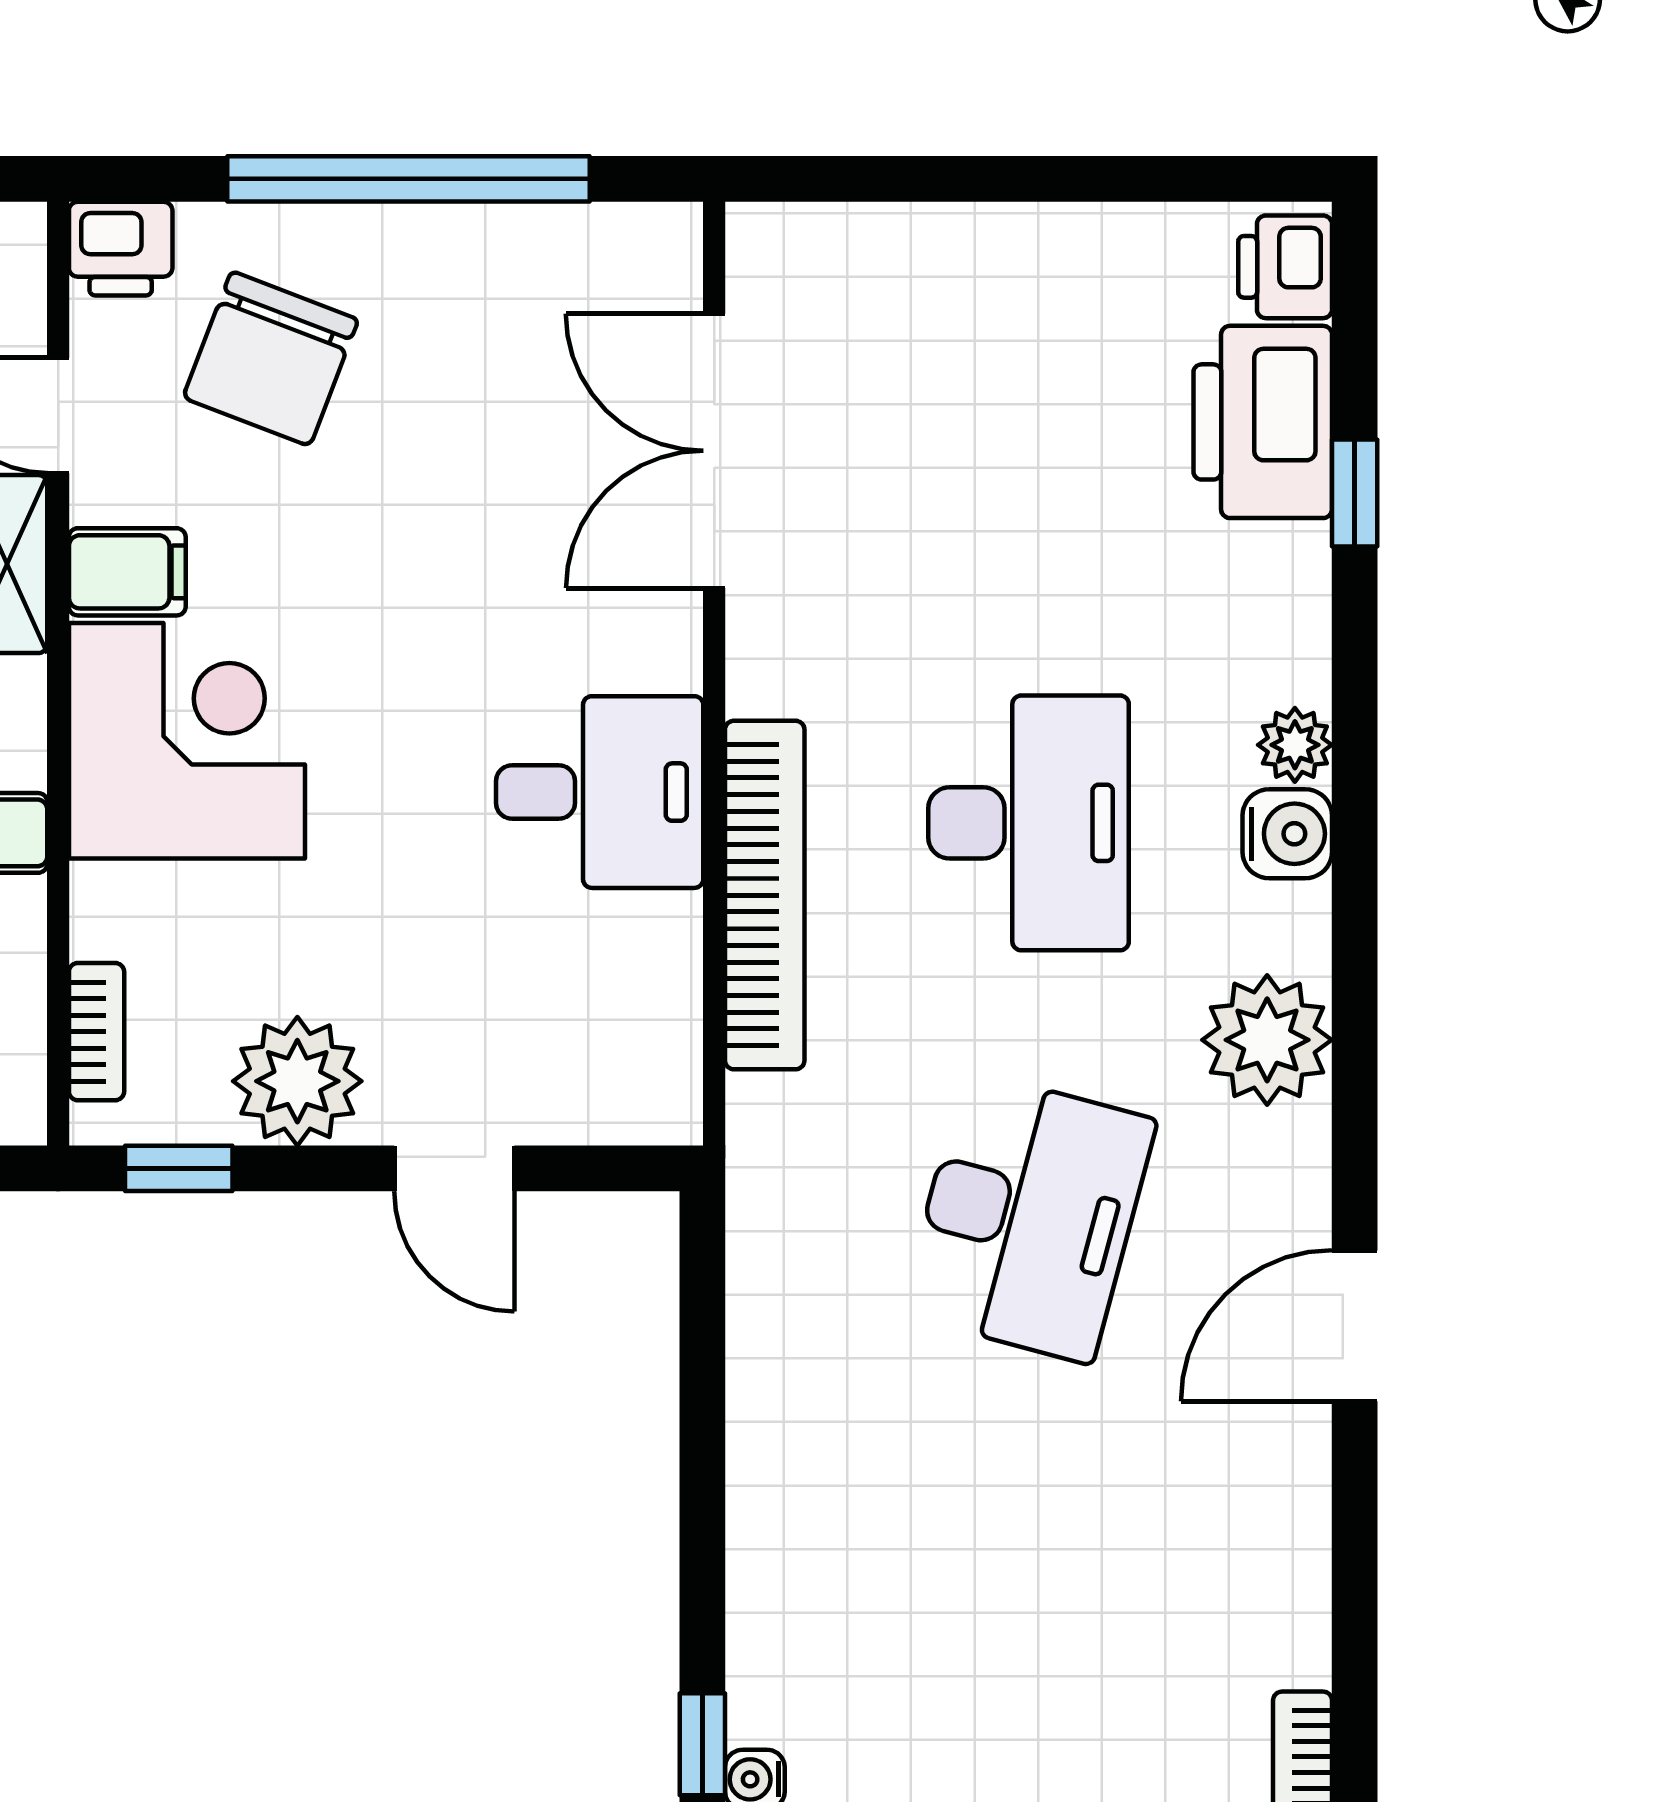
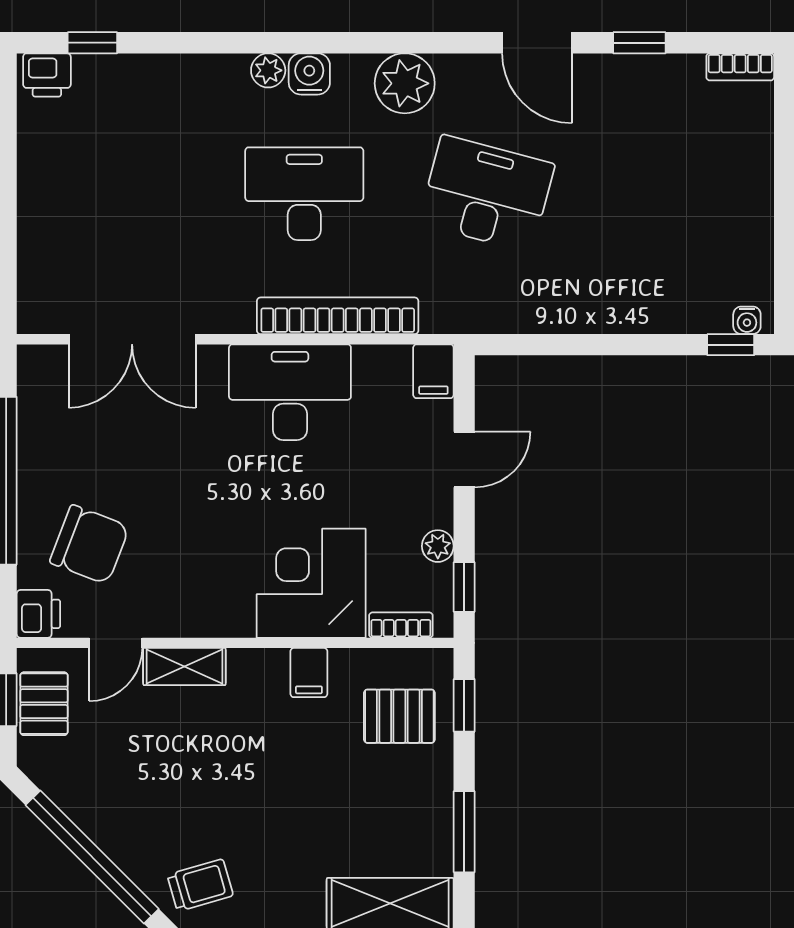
printer: (1263, 422) -> (119, 85), removed
window: (1355, 493) -> (92, 43), moved
filing cabinet: (127, 572) -> (433, 371), moved, turned 180
corner desk: (187, 741) -> (311, 583), moved
desk: (600, 792) -> (290, 392), width x1.37
plant: (297, 1081) -> (438, 546), width x0.53, depth x0.53
window: (1355, 1547) -> (639, 43), added

